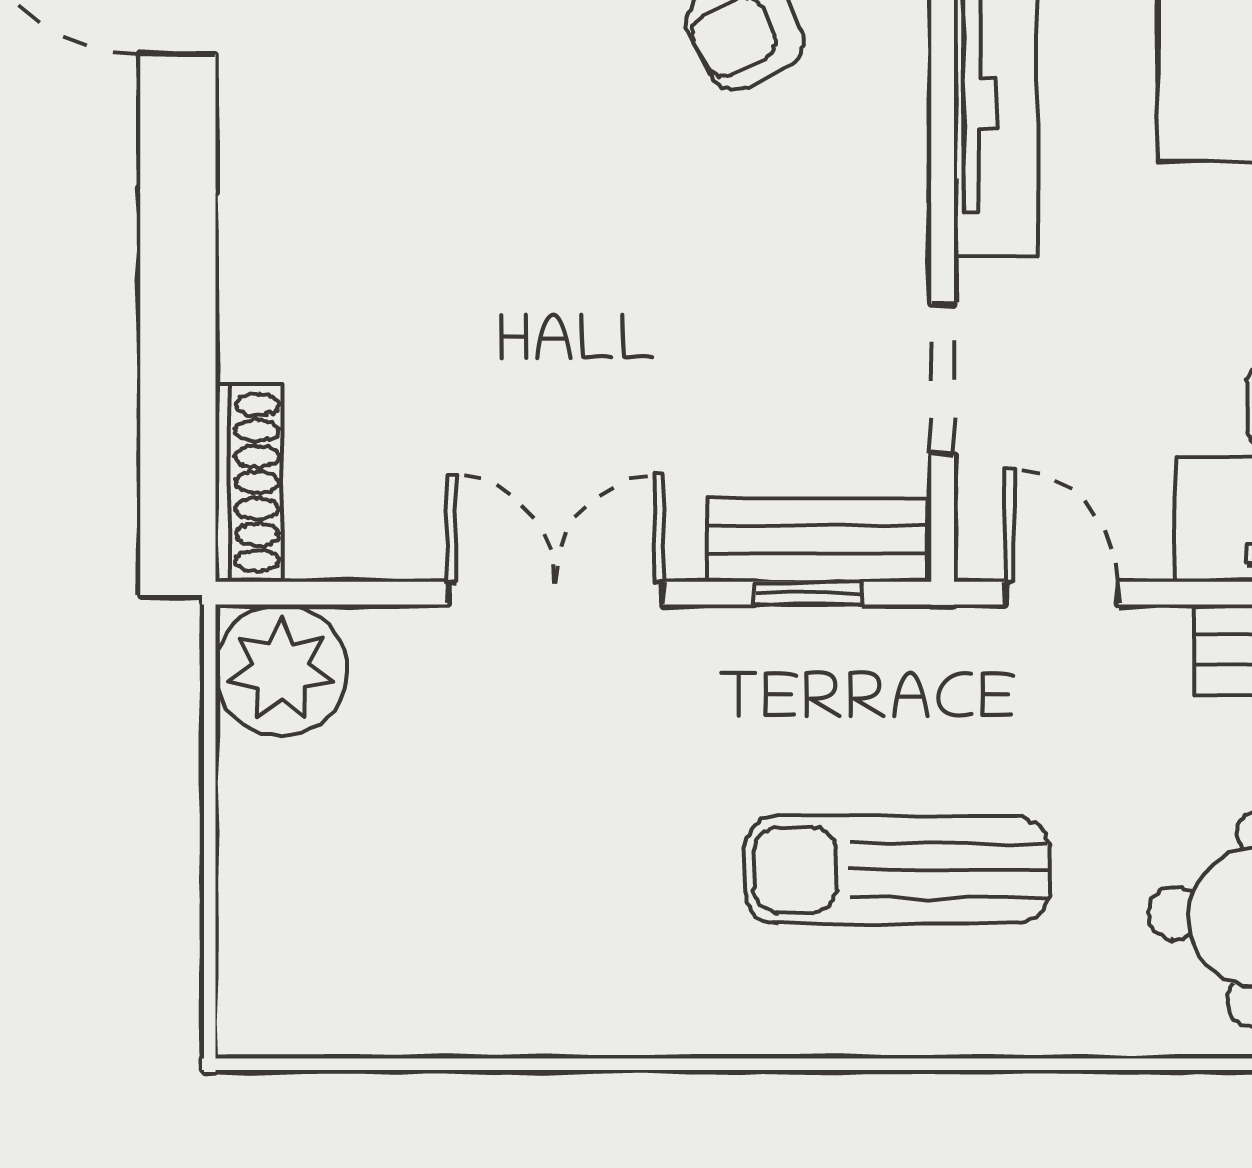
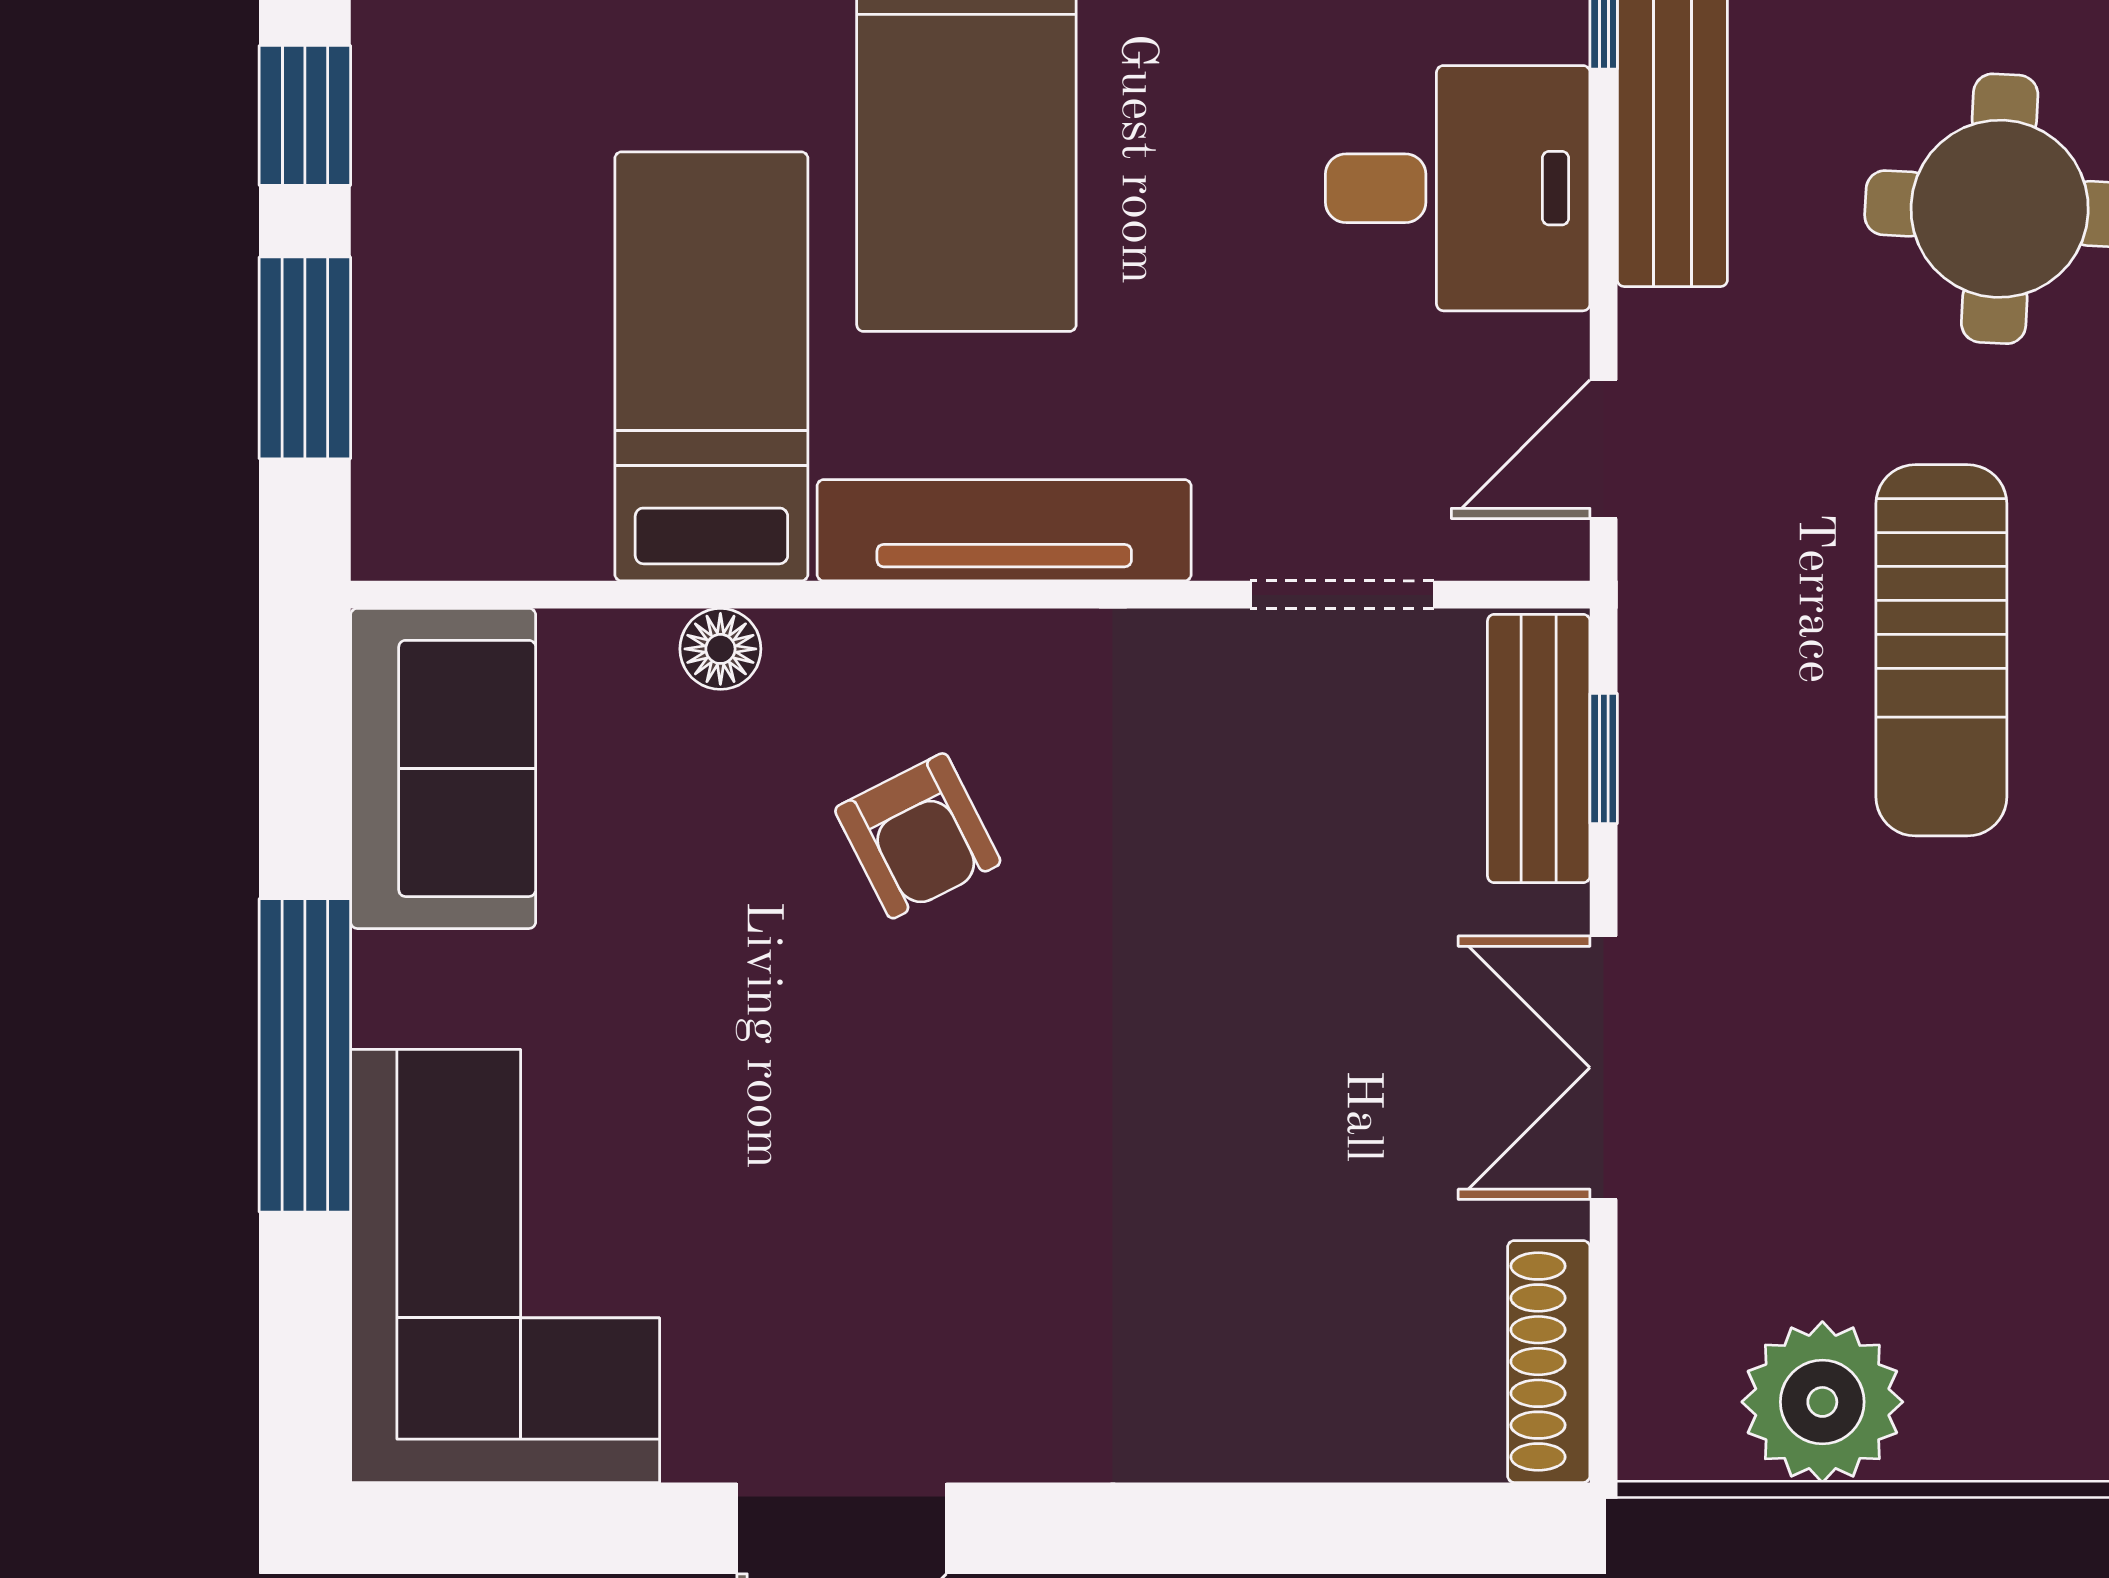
shoe rack: (249, 483) -> (1549, 1362), moved, turned -90
plant: (281, 670) -> (1822, 1402), moved

